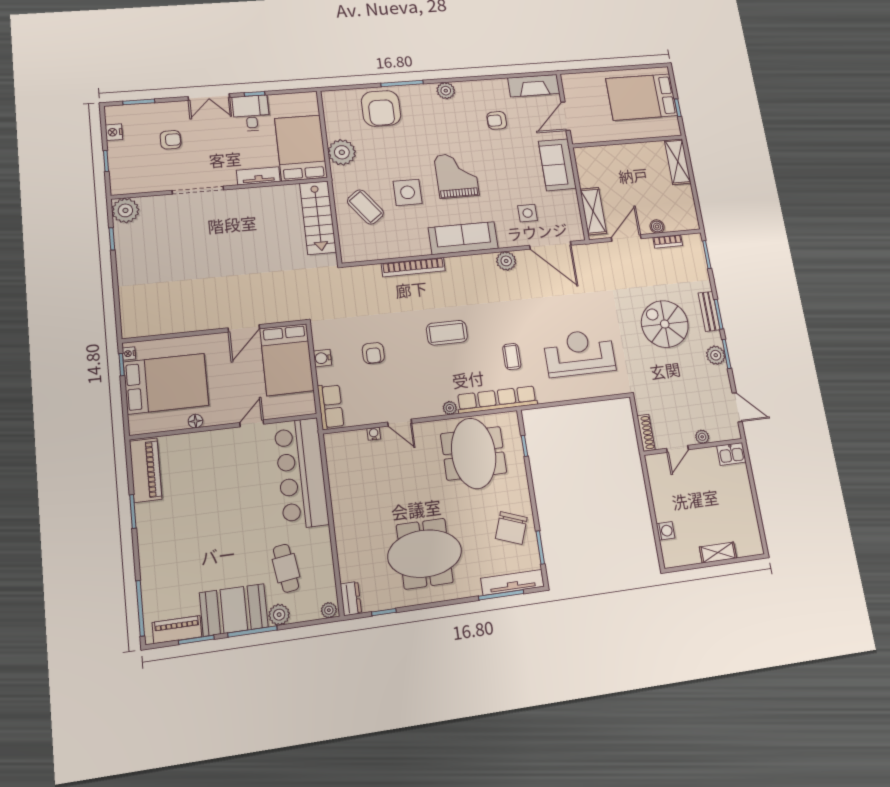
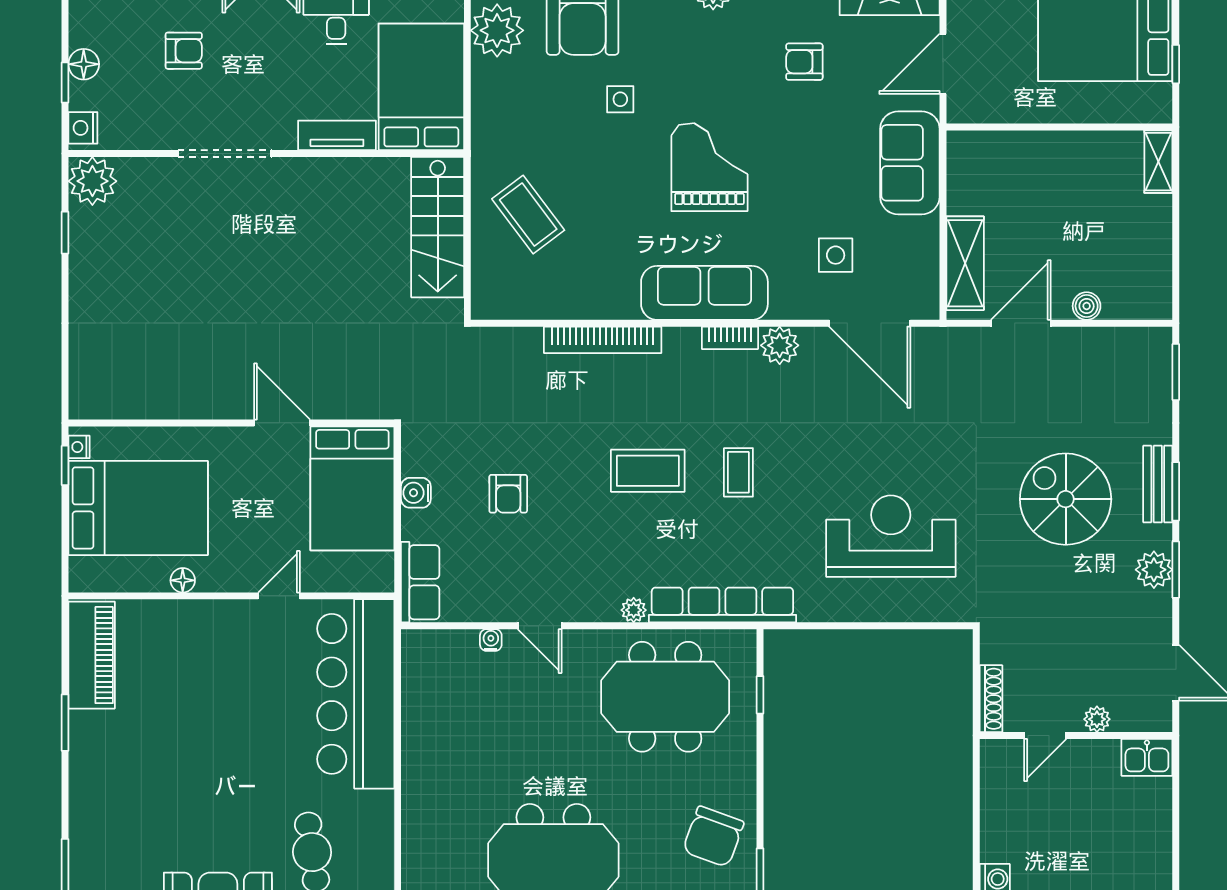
nightstand: (114, 132) -> (83, 128), moved
floor lamp: (116, 151) -> (84, 64), added
plant: (342, 152) -> (497, 30), moved
shelving: (678, 162) -> (1158, 162), width x0.67, depth x0.75
side table: (408, 192) -> (620, 99), moved, width x0.54, depth x0.54
bookcase: (668, 241) -> (730, 338), moved
door: (244, 328) -> (282, 423), swing flipped
coffee table: (512, 357) -> (738, 472), moved
meeting table: (474, 453) -> (665, 697), turned 90

